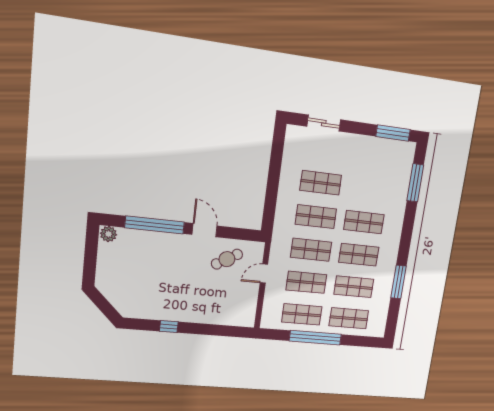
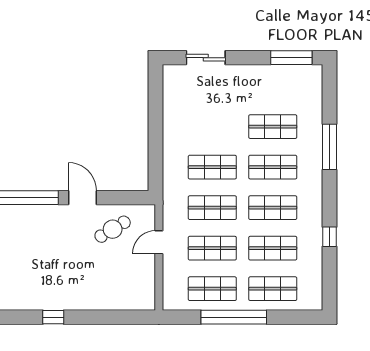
shop shelf: (321, 183) -> (273, 127), moved
window: (415, 183) -> (330, 147), moved
window: (398, 282) -> (330, 237), width x0.46

